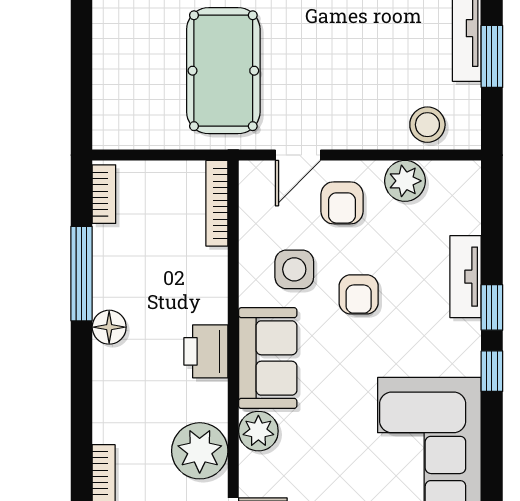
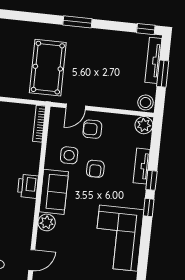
stool: (427, 125) -> (145, 102), moved
plant: (405, 181) -> (144, 125), moved
armchair: (342, 203) -> (92, 129), turned 90
plant: (200, 451) -> (21, 228), removed

